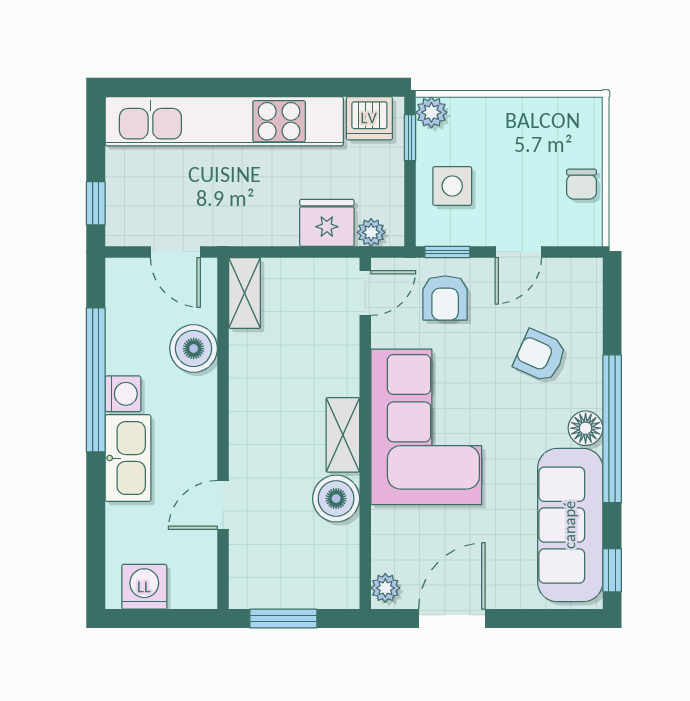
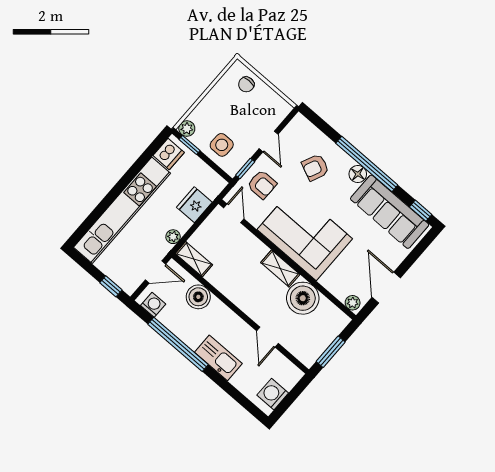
chair: (581, 184) -> (246, 84), moved, turned 90
plant: (371, 232) -> (173, 237), moved
washing machine: (123, 394) -> (153, 305), moved
boiler: (336, 499) -> (303, 298), width x1.37, depth x1.37

